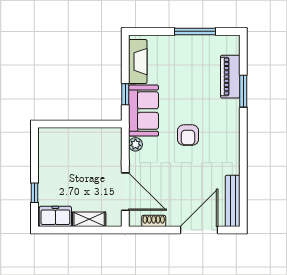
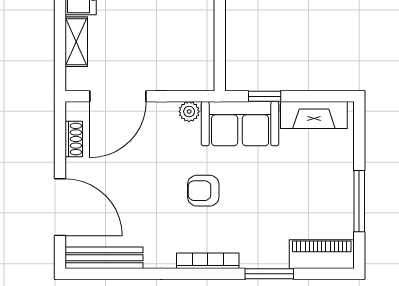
piano: (230, 77) -> (322, 254), moved
bookcase: (235, 132) -> (208, 261), added

